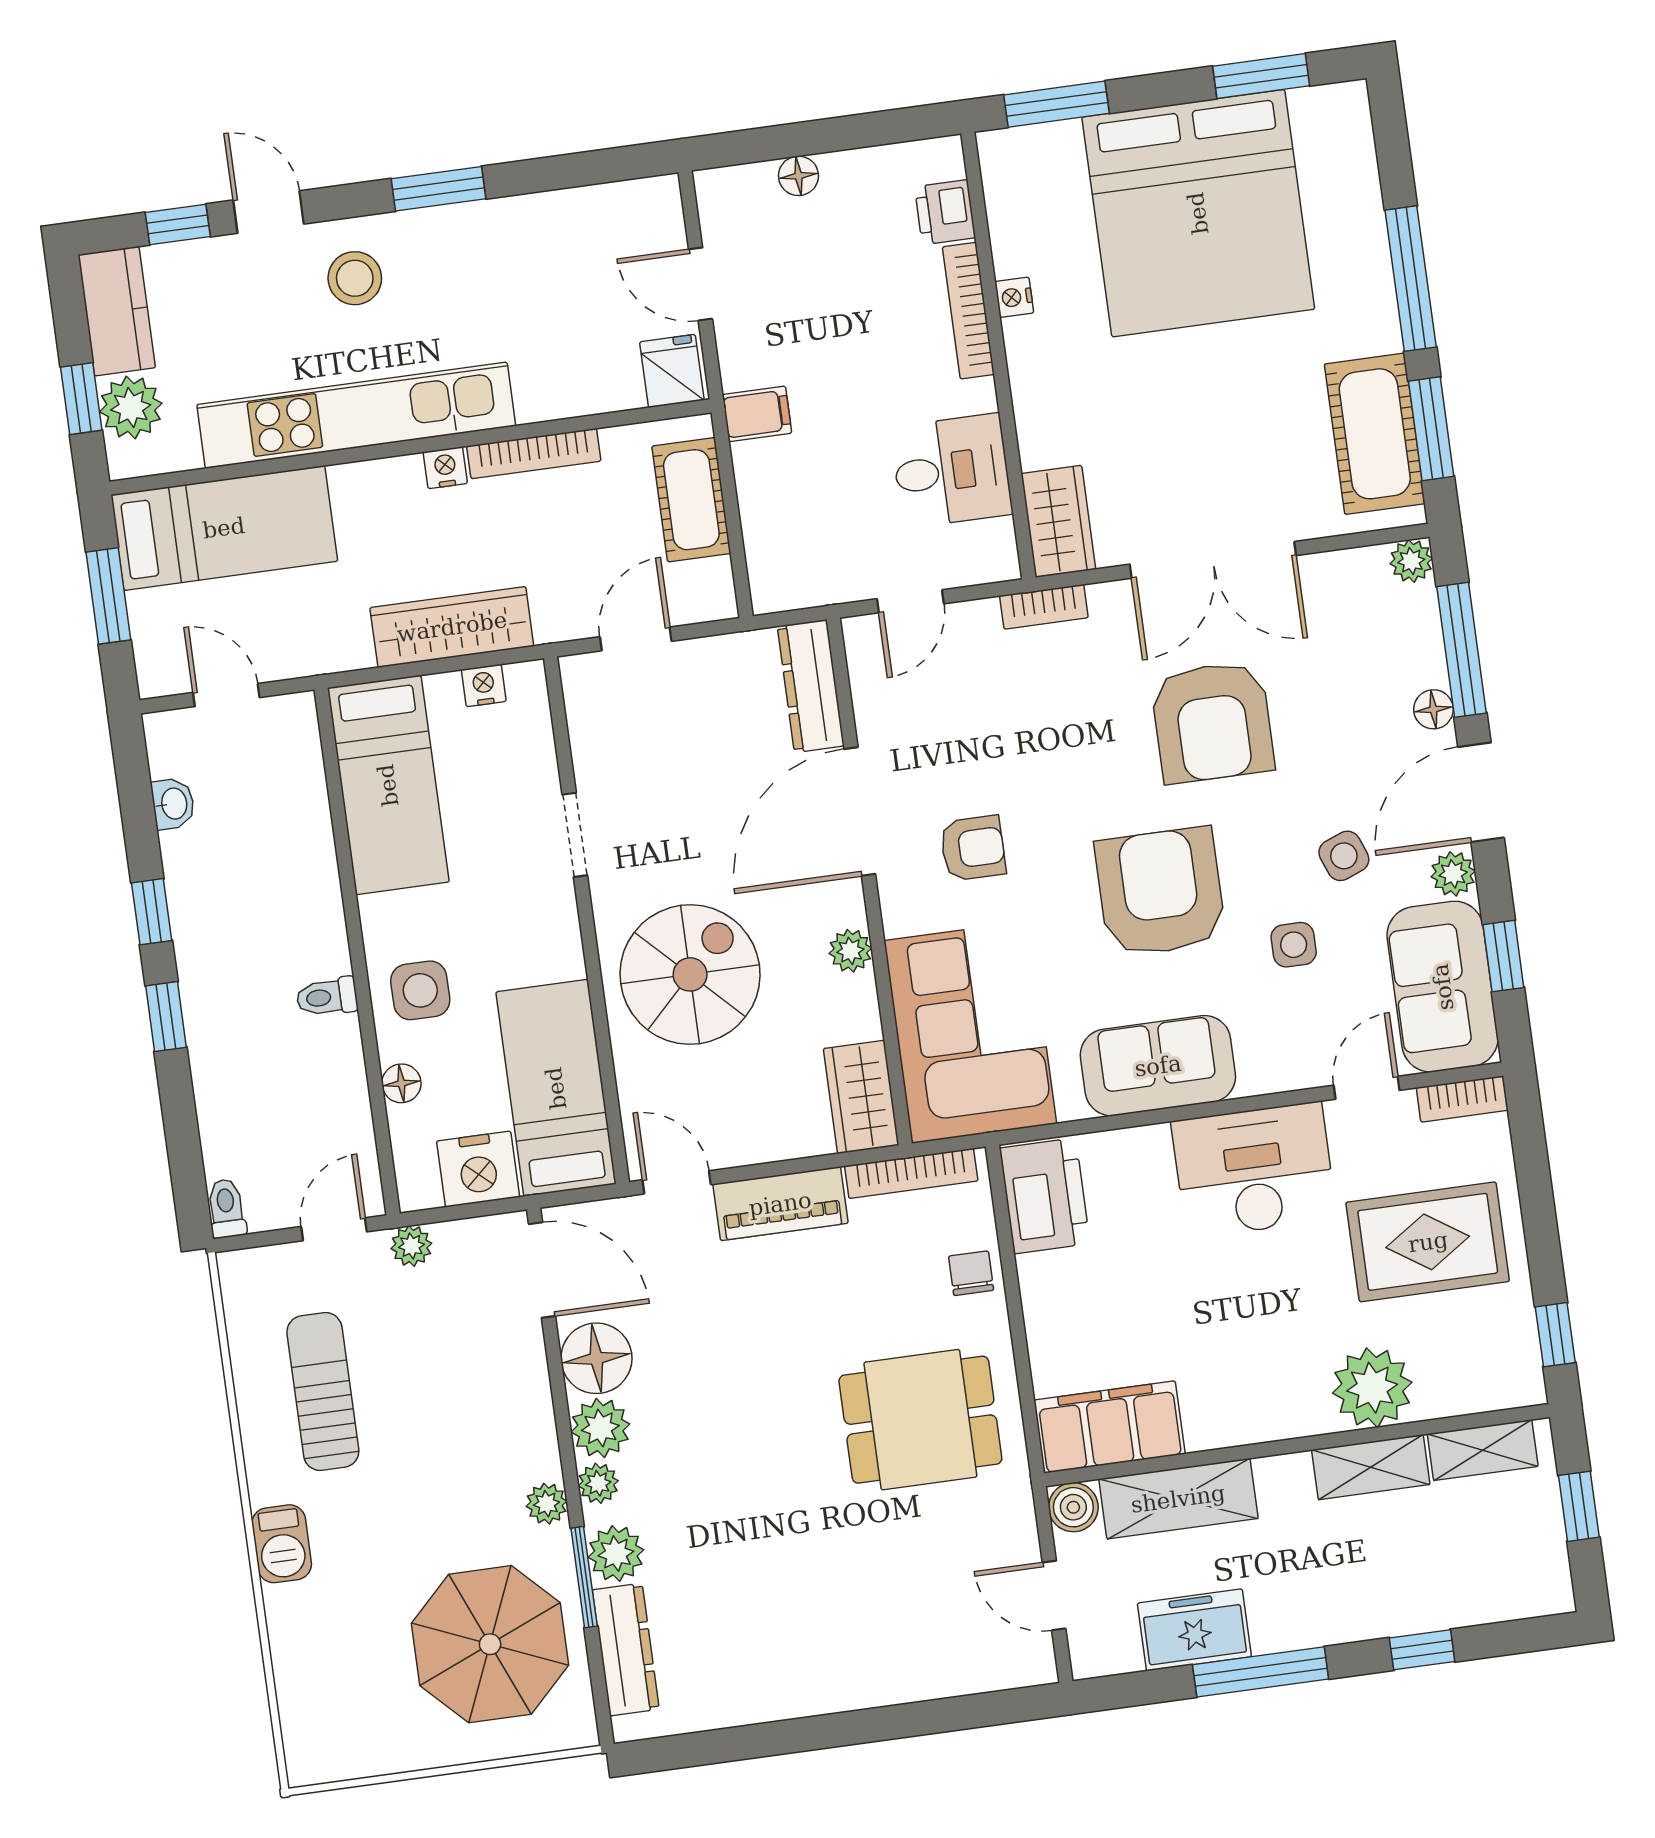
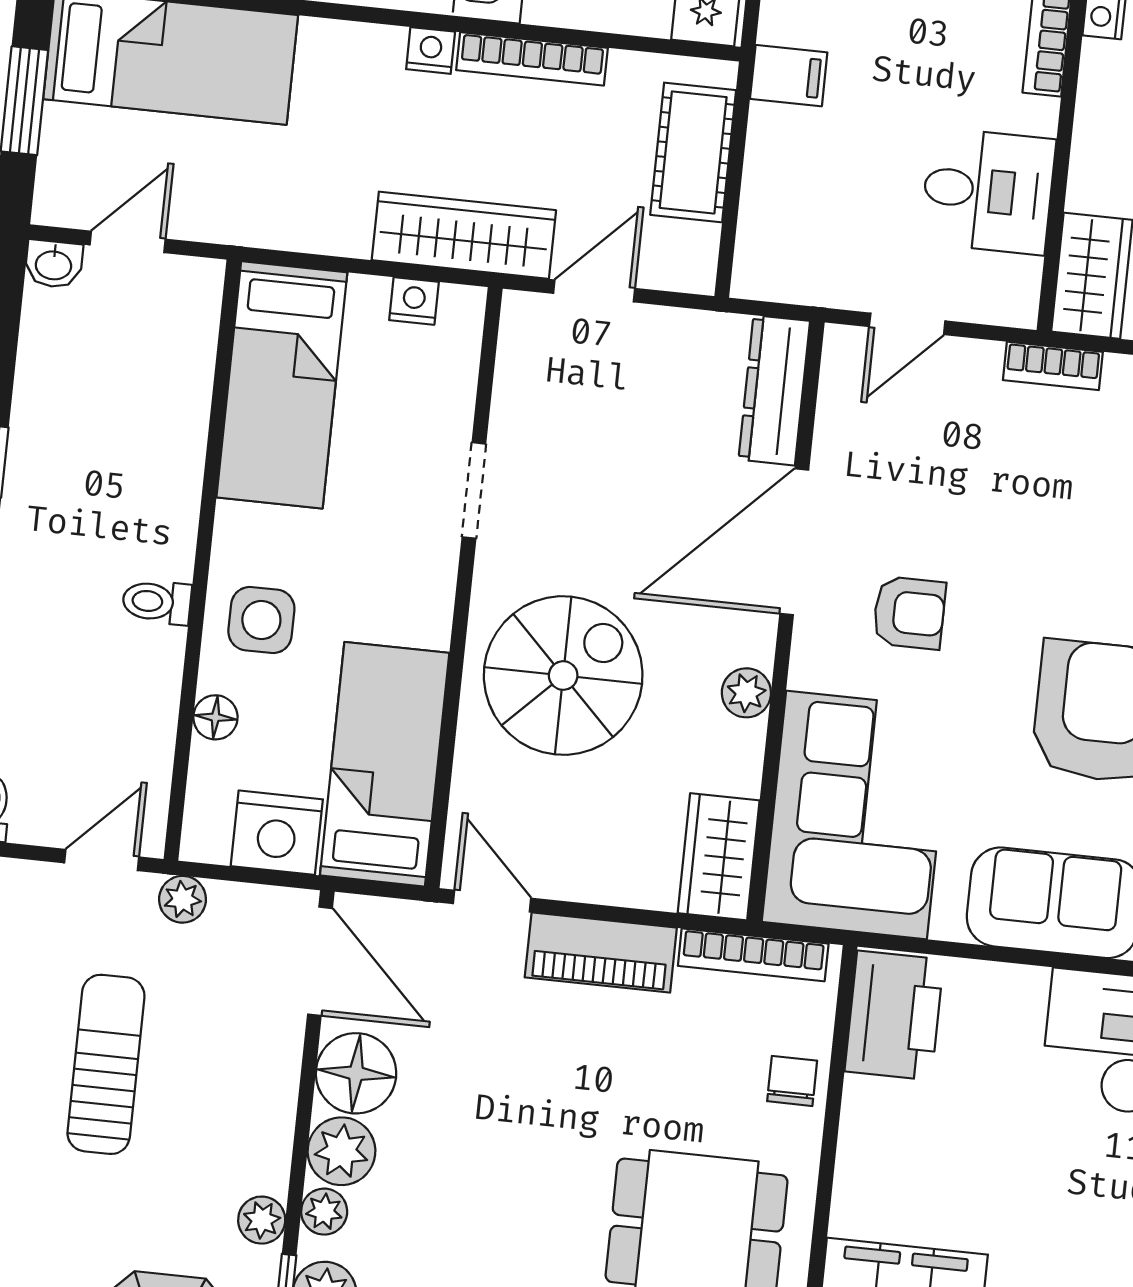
wardrobe: (452, 627) -> (464, 235), moved
door: (226, 695) -> (128, 242), hinge flipped
washbasin: (173, 804) -> (54, 264), moved, turned 90
sun lounger: (323, 1392) -> (106, 1064), moved

